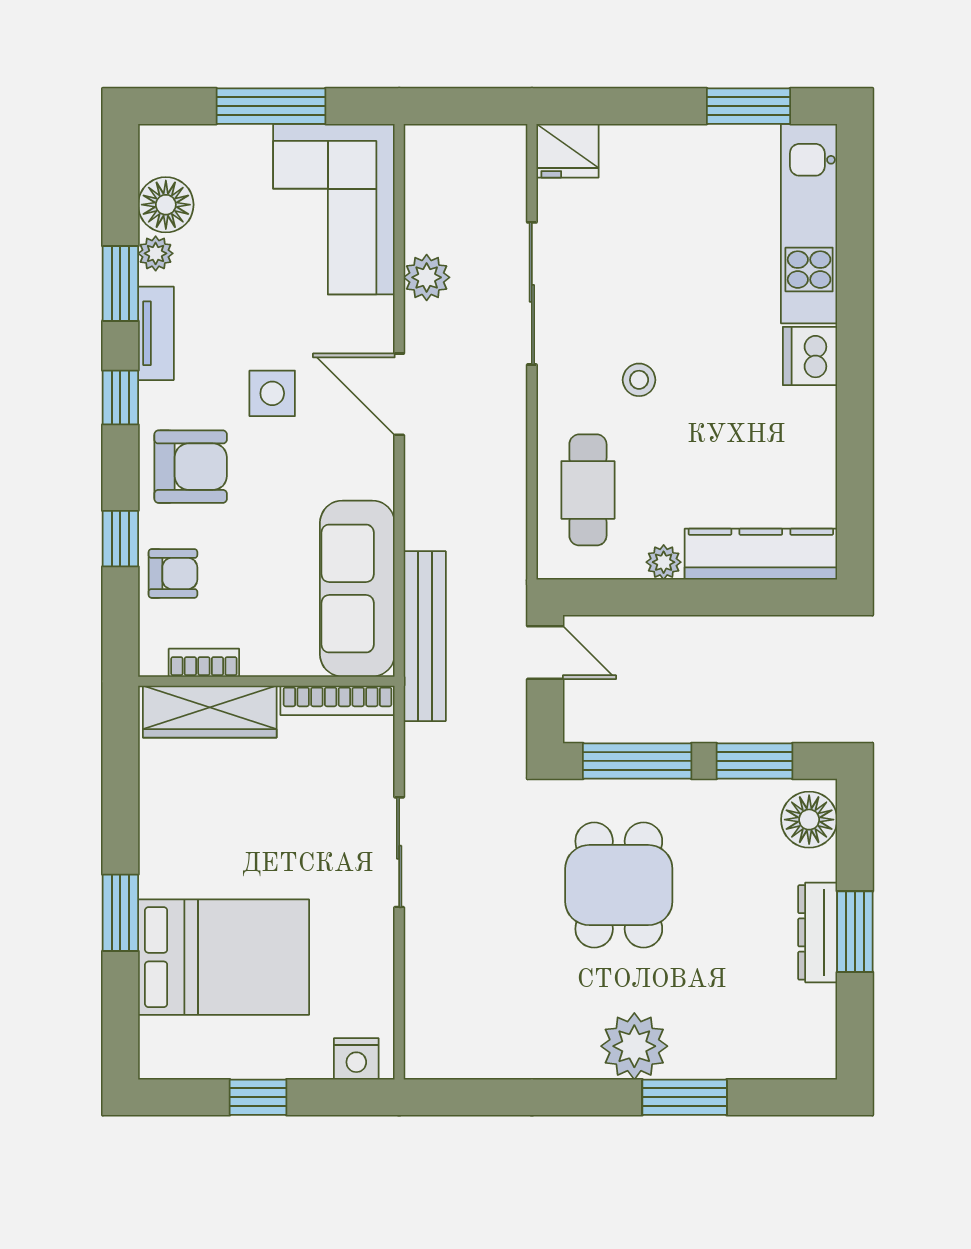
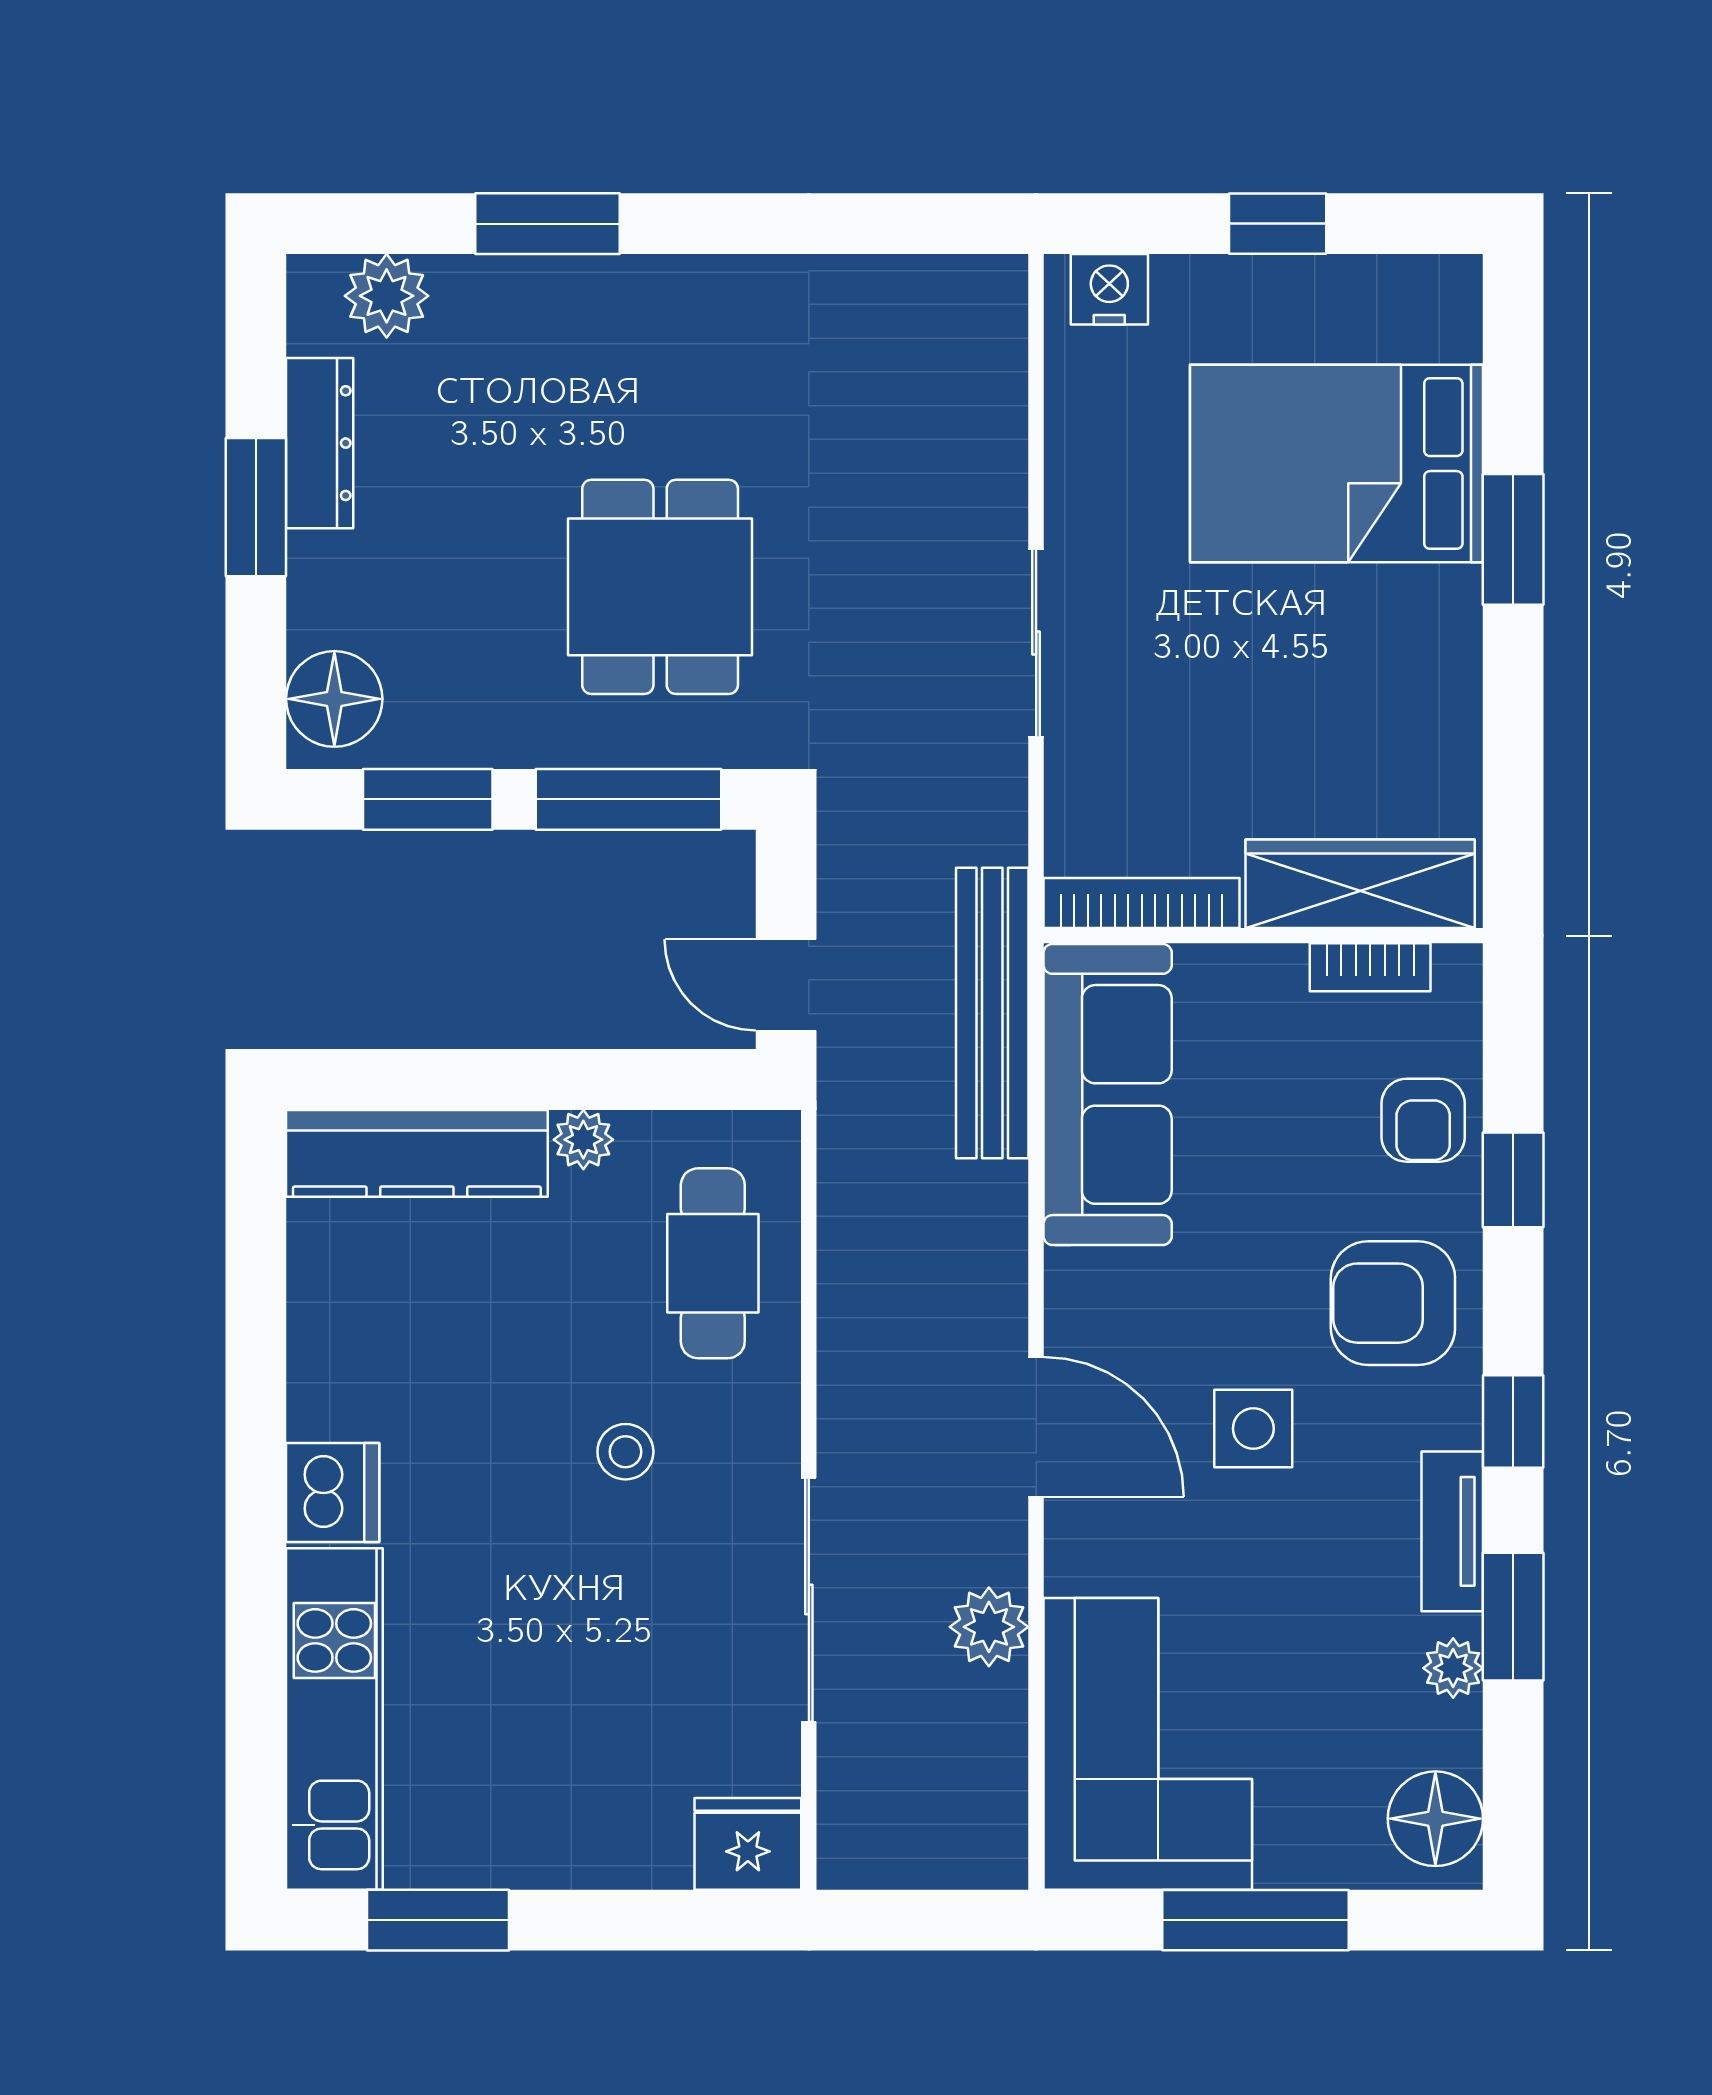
floor lamp: (166, 205) -> (1435, 1819), moved
armchair: (173, 573) -> (1423, 1120), turned -90
dresser: (818, 932) -> (320, 443), moved
plant: (634, 1046) -> (387, 296), moved, width x0.73, depth x0.73

